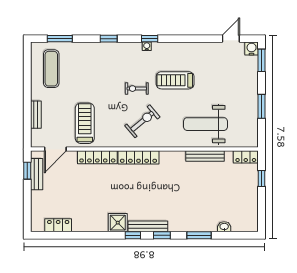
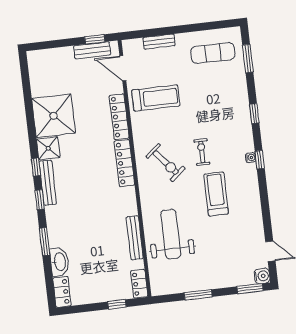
shower: (90, 215) -> (54, 116), added
locker: (58, 225) -> (62, 292), moved
washbasin: (224, 227) -> (59, 262), width x1.91, depth x1.45

